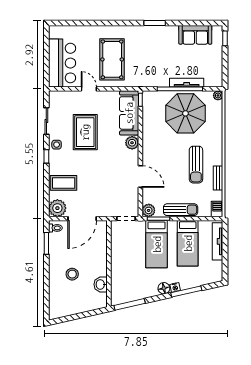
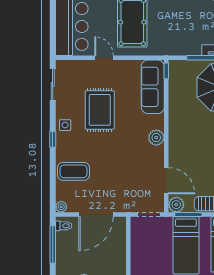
sliding door: (46, 121) -> (53, 84), moved
plant: (132, 143) -> (156, 138), moved
door: (140, 177) -> (166, 181), moved
plant: (57, 208) -> (61, 207), width x0.53, depth x0.53
window: (46, 243) -> (53, 244), width x1.44

